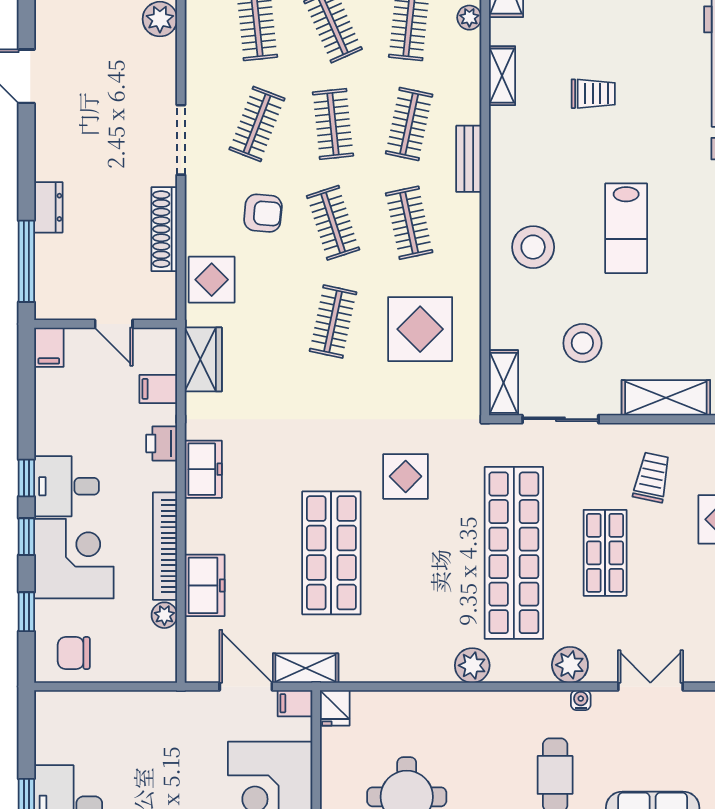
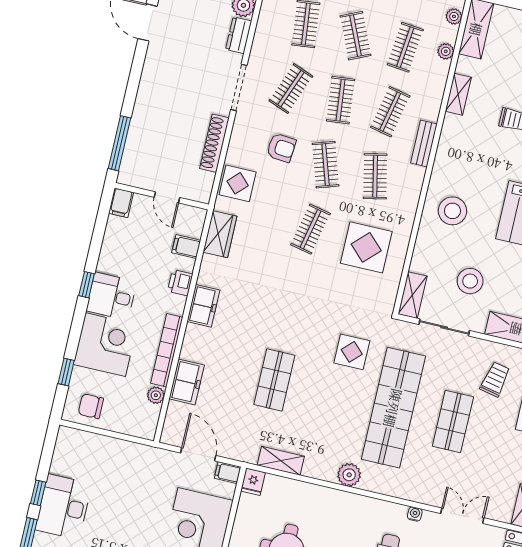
dresser: (48, 207) -> (239, 35), moved, turned 180
display table: (406, 476) -> (352, 352), moved
window: (26, 537) -> (78, 323), removed
shop shelf: (331, 553) -> (274, 380), width x0.70, depth x0.74
plant: (570, 665) -> (413, 489), removed
shelving: (306, 668) -> (281, 461), moved

